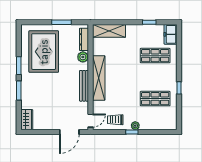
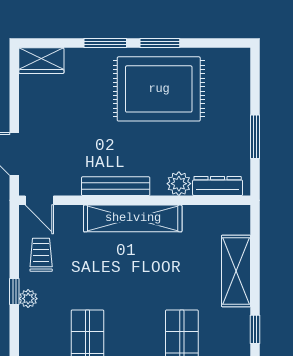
shelving: (109, 31) -> (236, 271), moved
rug: (44, 52) -> (159, 89), moved

